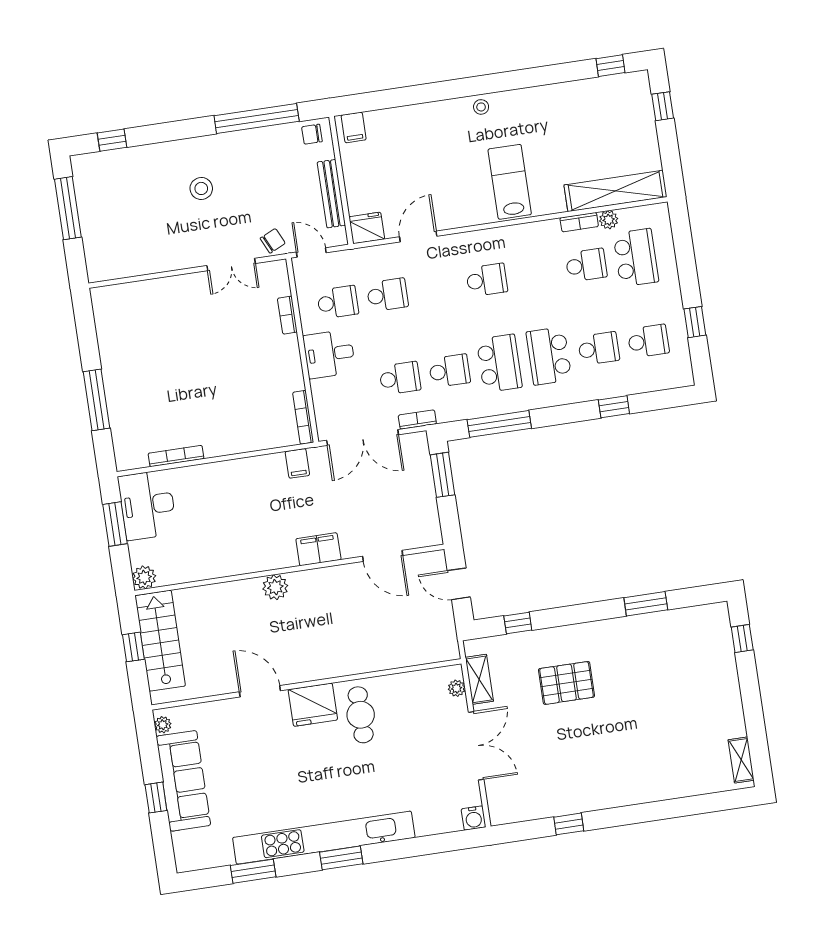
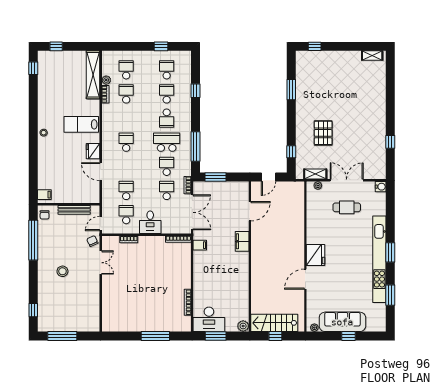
fridge: (367, 228) -> (93, 151), moved
school desk: (636, 258) -> (126, 70), width x0.54
school desk: (549, 356) -> (167, 118), width x0.54
plant: (275, 587) -> (257, 264), removed
cafe table: (361, 715) -> (347, 207), moved

